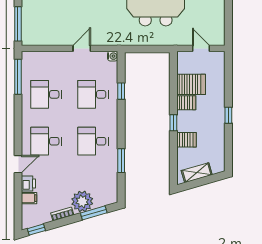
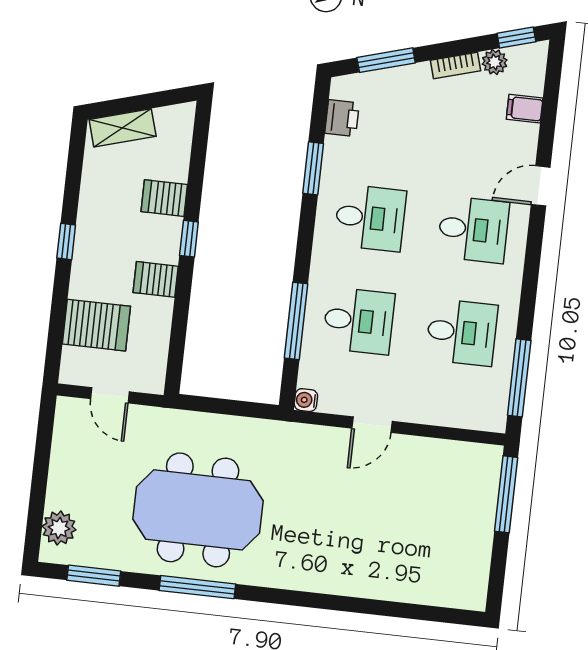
server rack: (191, 84) -> (96, 325), moved, turned 180
window: (121, 91) -> (296, 321), width x2.17
shelving: (197, 173) -> (123, 128), moved
printer: (28, 183) -> (342, 118), moved, turned 180
plant: (82, 201) -> (495, 62), moved, width x0.53, depth x0.53

